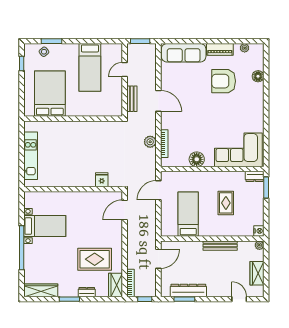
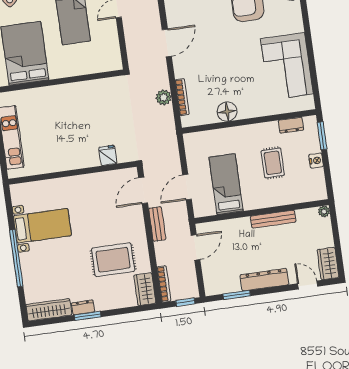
bench: (132, 99) -> (157, 224), moved
door: (158, 101) -> (167, 43), hinge flipped
corner sofa: (238, 150) -> (287, 66), moved, turned -90
dresser: (255, 176) -> (291, 125), moved
door: (158, 190) -> (187, 187), moved
nightstand: (259, 231) -> (316, 161), moved
wardrobe: (257, 273) -> (328, 264), moved
dresser: (188, 290) -> (264, 280), moved
dresser: (87, 292) -> (83, 307), moved

